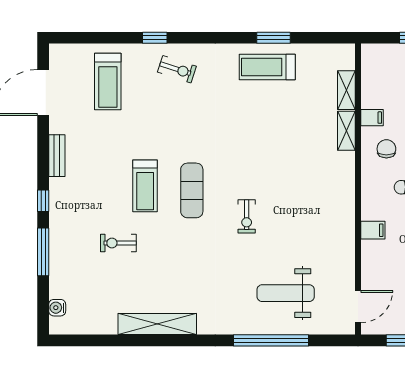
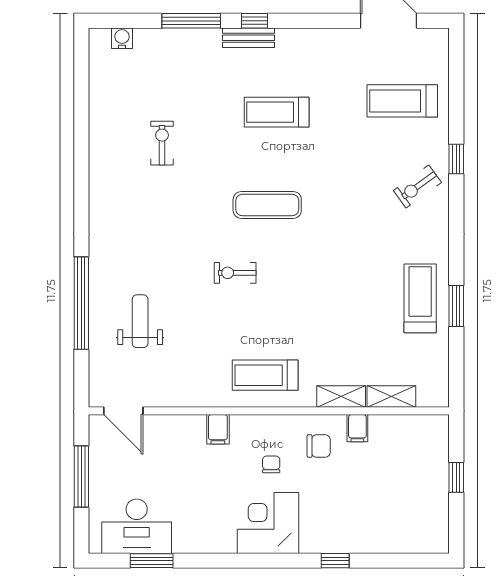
exercise bike: (177, 69) -> (417, 187), turned 36
bench: (57, 156) -> (249, 38), moved
treadmill: (145, 186) -> (277, 112), moved
treadmill: (329, 192) -> (265, 375), added
exercise bike: (118, 243) -> (162, 143), moved
weight bench: (286, 293) -> (140, 321), width x0.73, depth x0.75
shelving: (157, 324) -> (102, 162), removed

